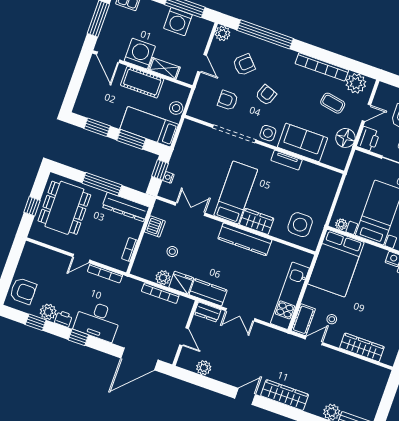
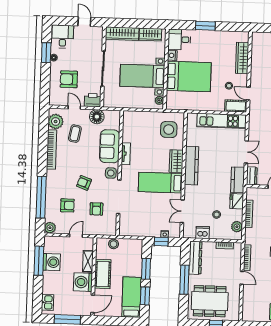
armchair: (244, 65) -> (67, 205), turned 133
bed: (149, 127) -> (132, 297), moved, turned 180
bed: (336, 263) -> (189, 77), moved
plant: (163, 278) -> (237, 227), moved

